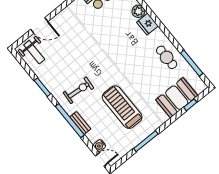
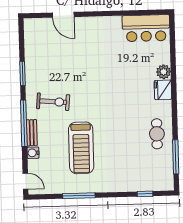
weight bench: (34, 52) -> (40, 36), removed
booth: (177, 98) -> (138, 178), removed
treadmill: (122, 107) -> (81, 148), turned 180
water cooler: (100, 146) -> (33, 153), moved

